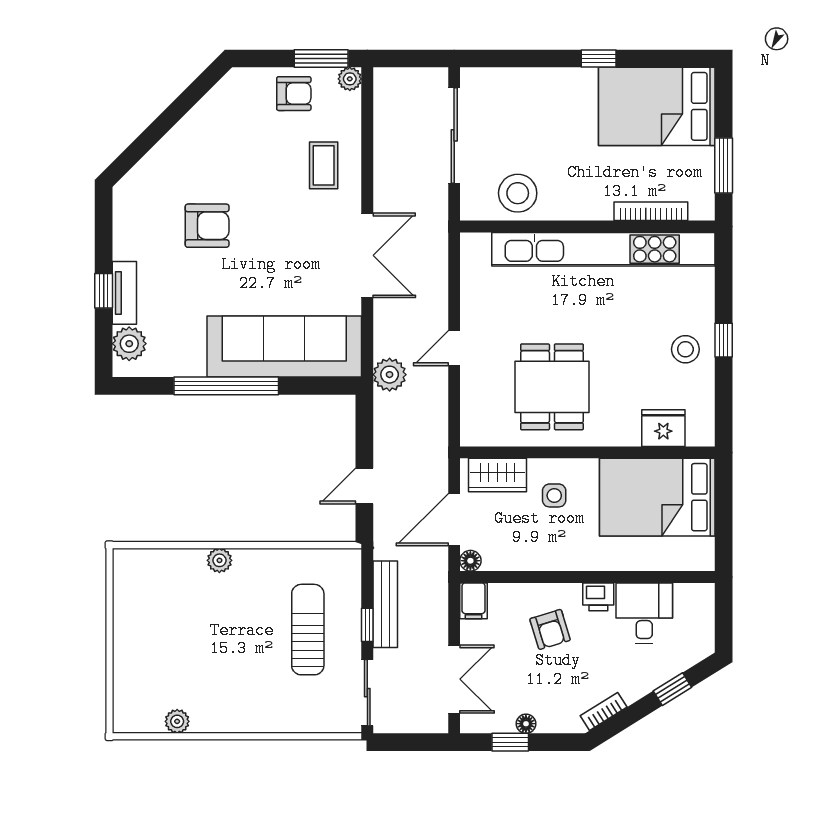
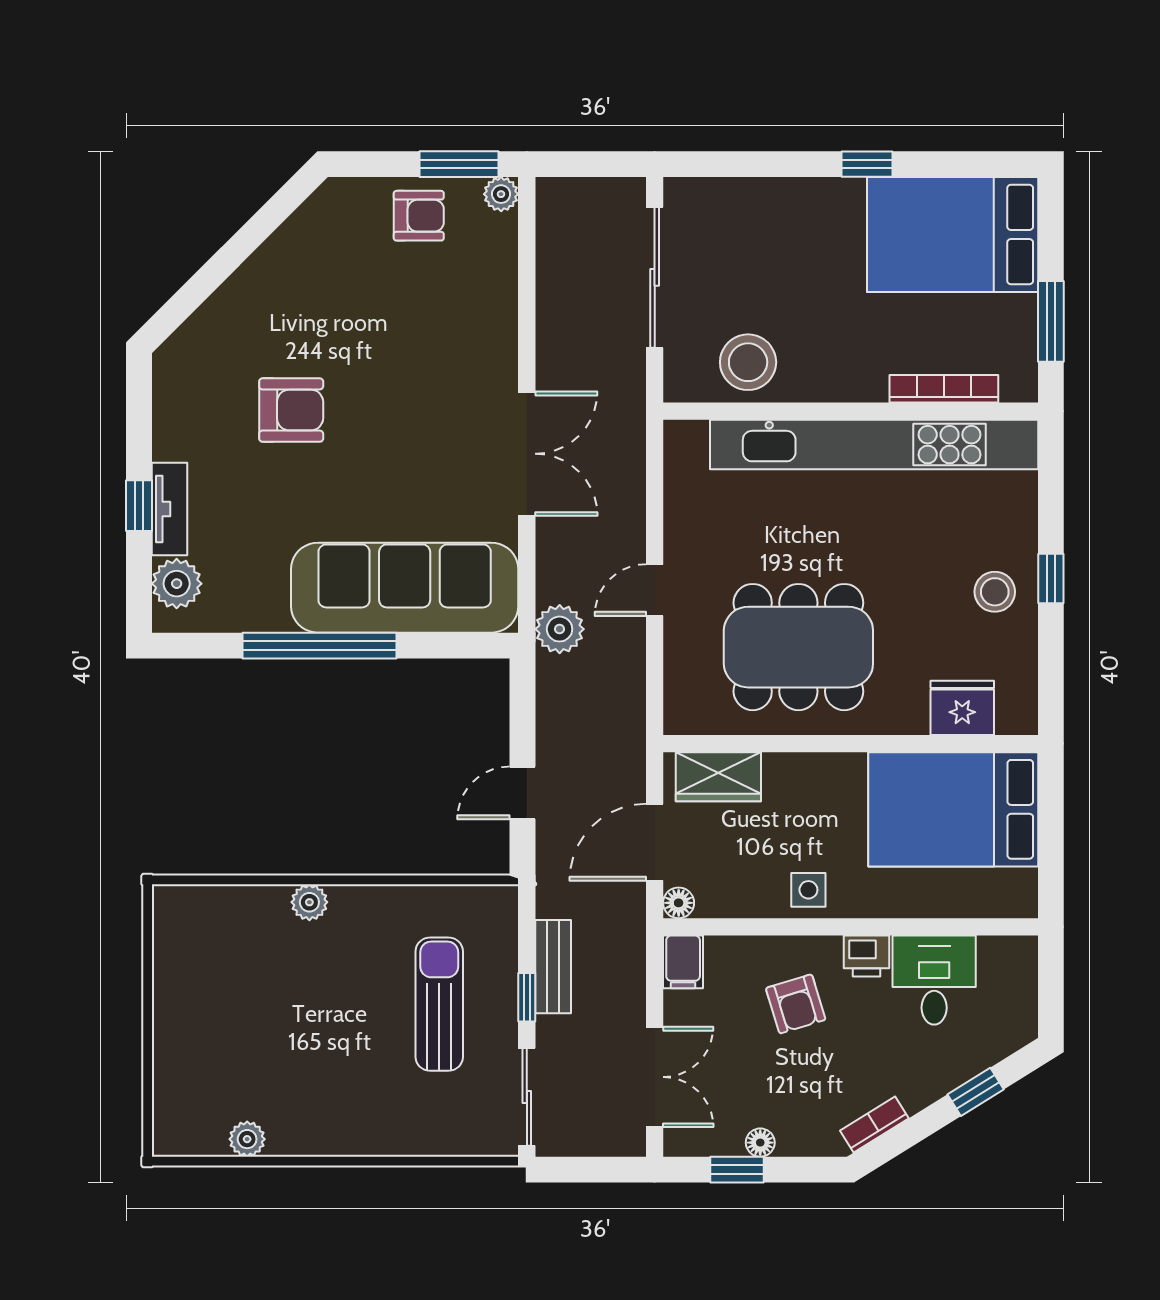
coffee table: (324, 165) -> (463, 321), removed
dining table: (552, 387) -> (798, 647), width x1.38
side table: (554, 495) -> (808, 890), moved
bench: (385, 604) -> (553, 967), width x0.73

